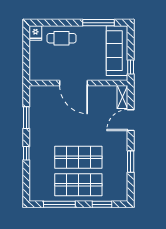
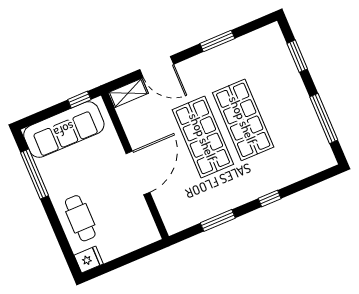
shop shelf: (78, 185) -> (203, 137), moved

